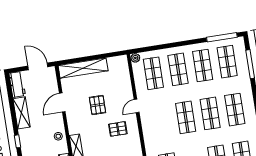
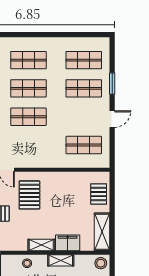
pallet: (118, 129) -> (29, 195), width x1.50, depth x1.42

